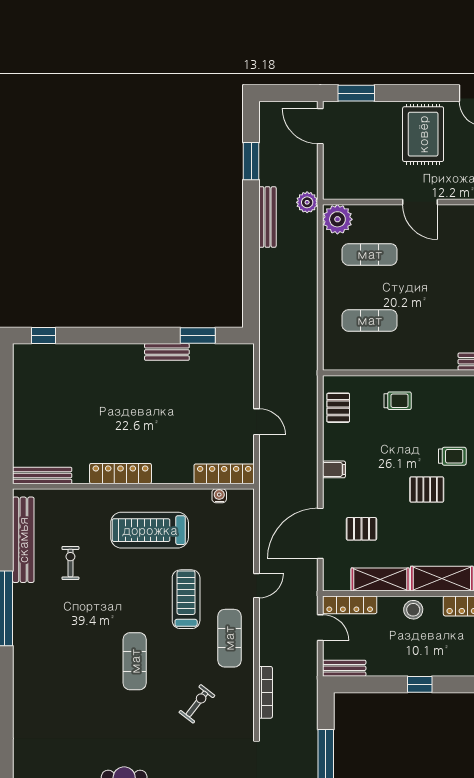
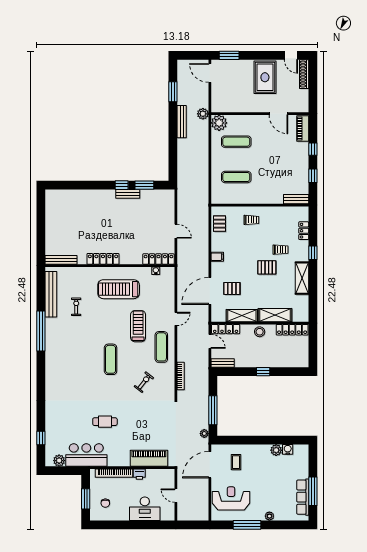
door: (420, 202) -> (278, 114), moved
window: (43, 336) -> (122, 185), moved

